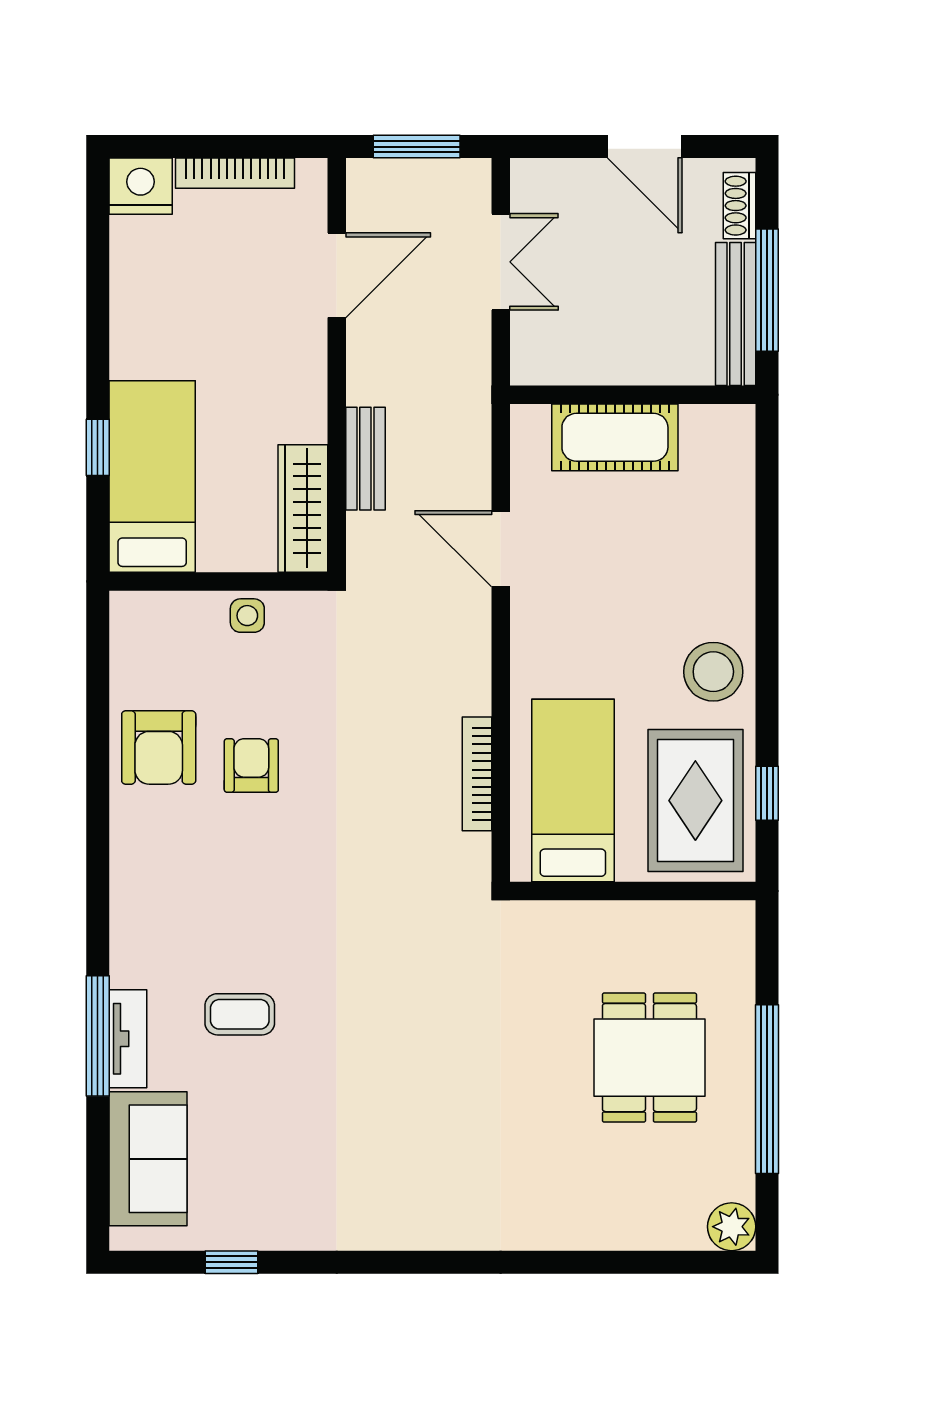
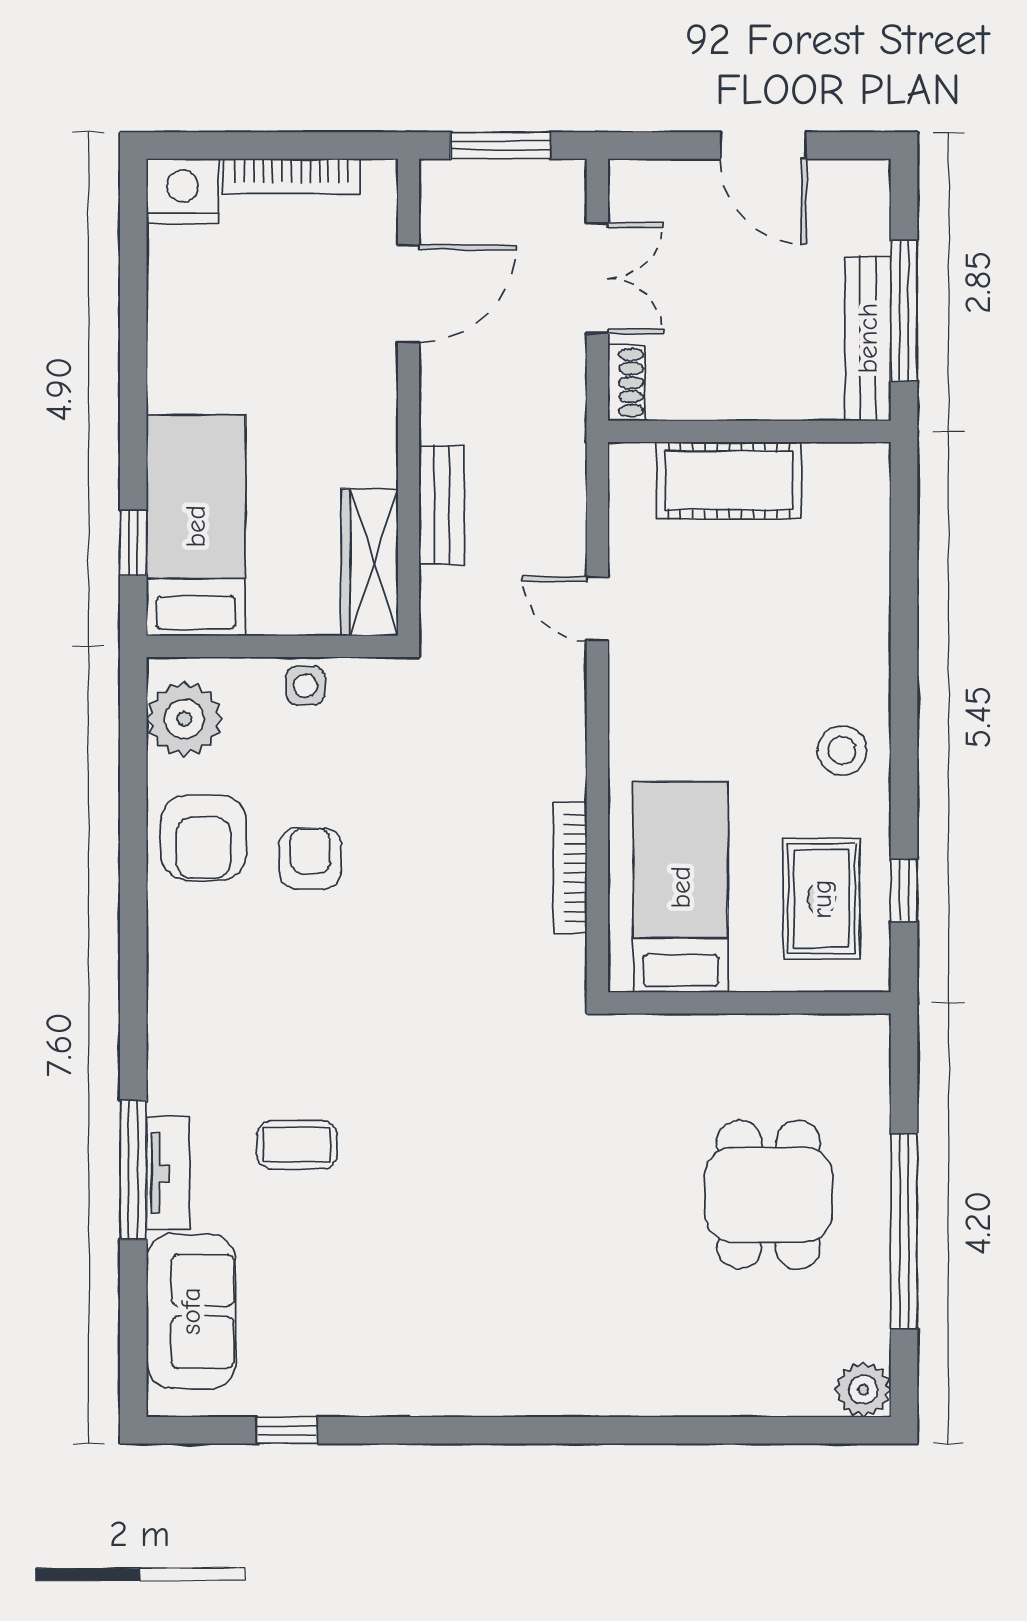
shoe rack: (740, 206) -> (626, 383), moved, turned 180
window: (98, 447) -> (133, 543), moved
door: (501, 549) -> (597, 609), width x0.73
plant: (142, 644) -> (184, 719), added
stool: (713, 672) -> (842, 750), width x0.73, depth x0.73
rug: (695, 800) -> (822, 899), width x0.73, depth x0.70

